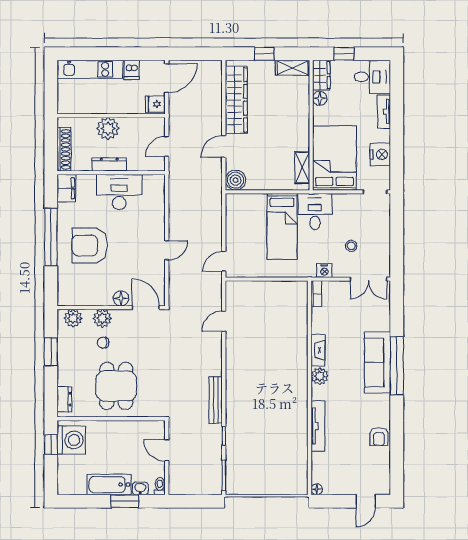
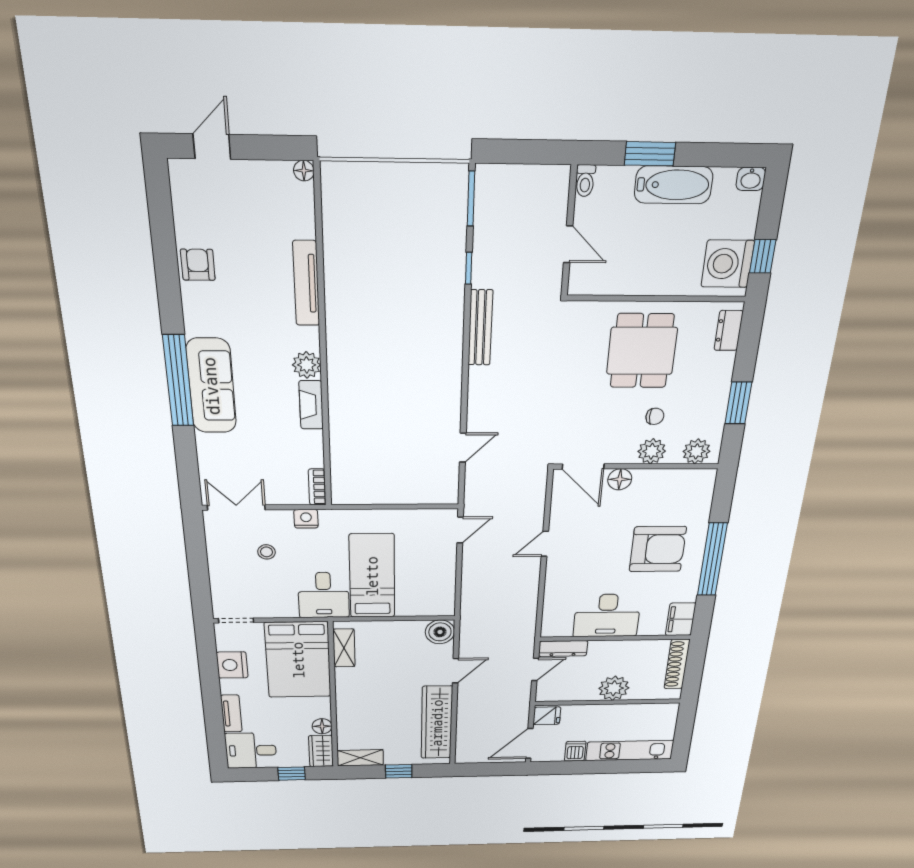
dresser: (109, 165) -> (563, 649), moved
washbasin: (140, 488) -> (751, 179), moved

